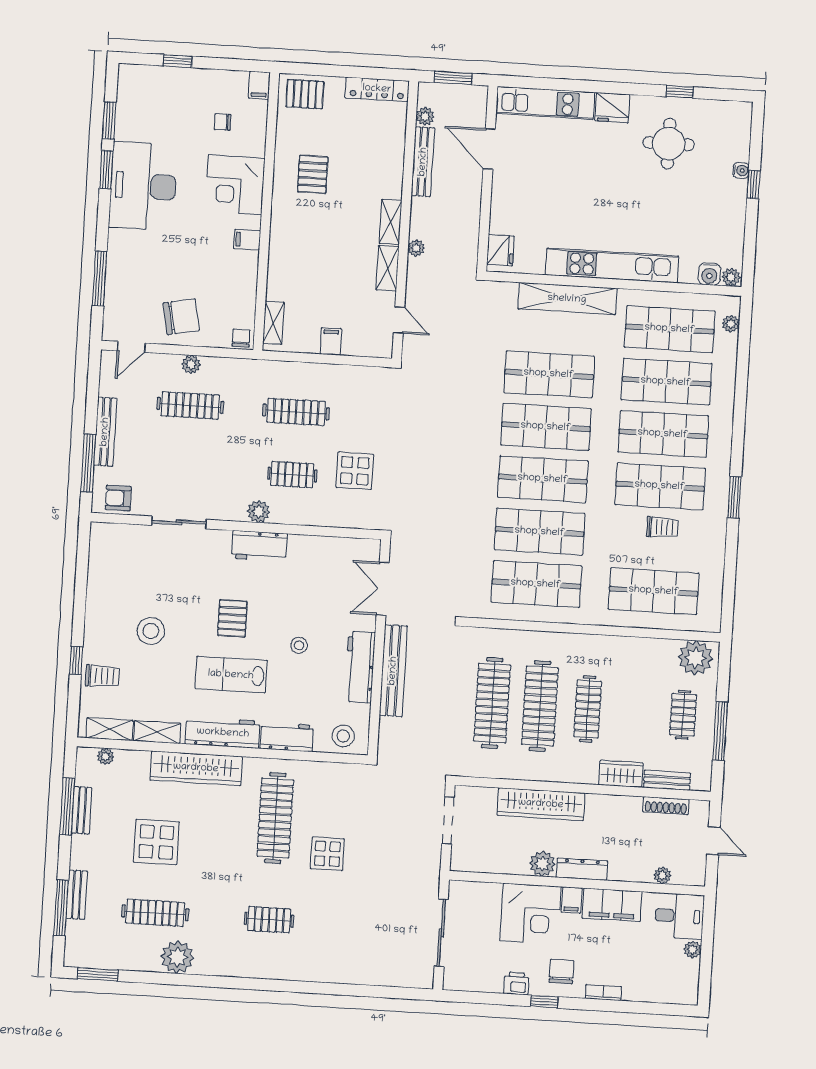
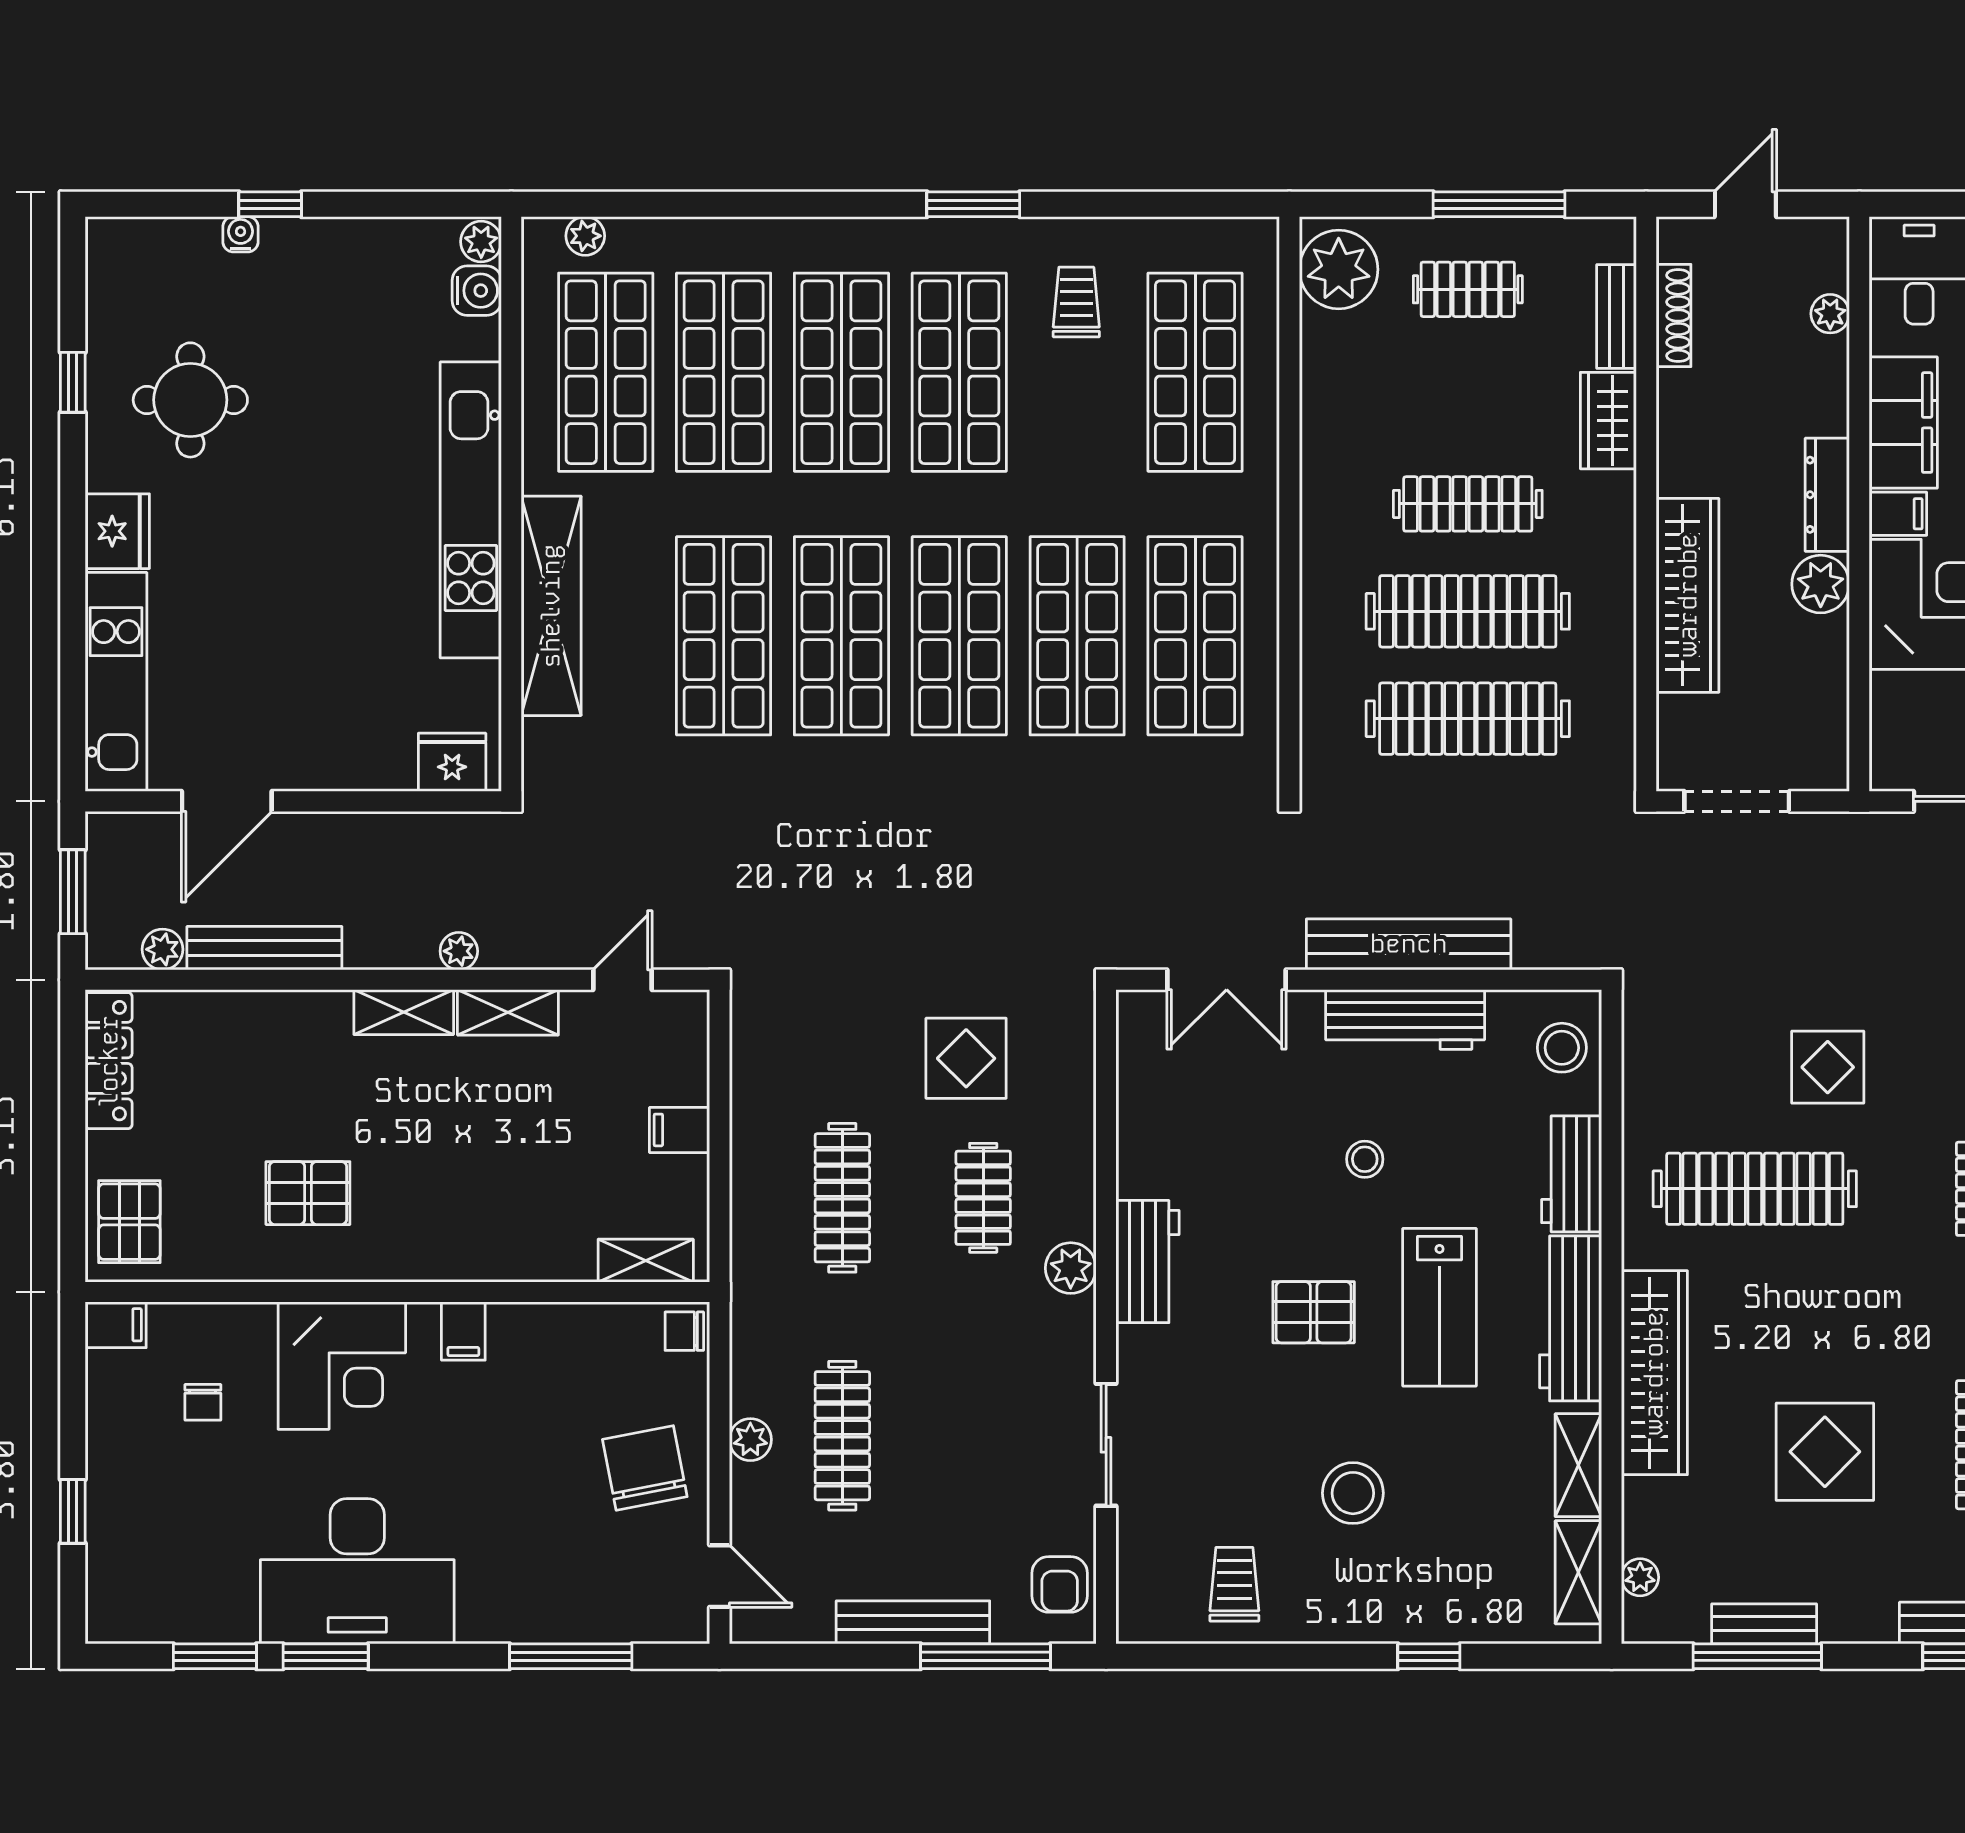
trolley: (662, 527) -> (1076, 302), moved
trolley: (102, 676) -> (1234, 1584), moved

